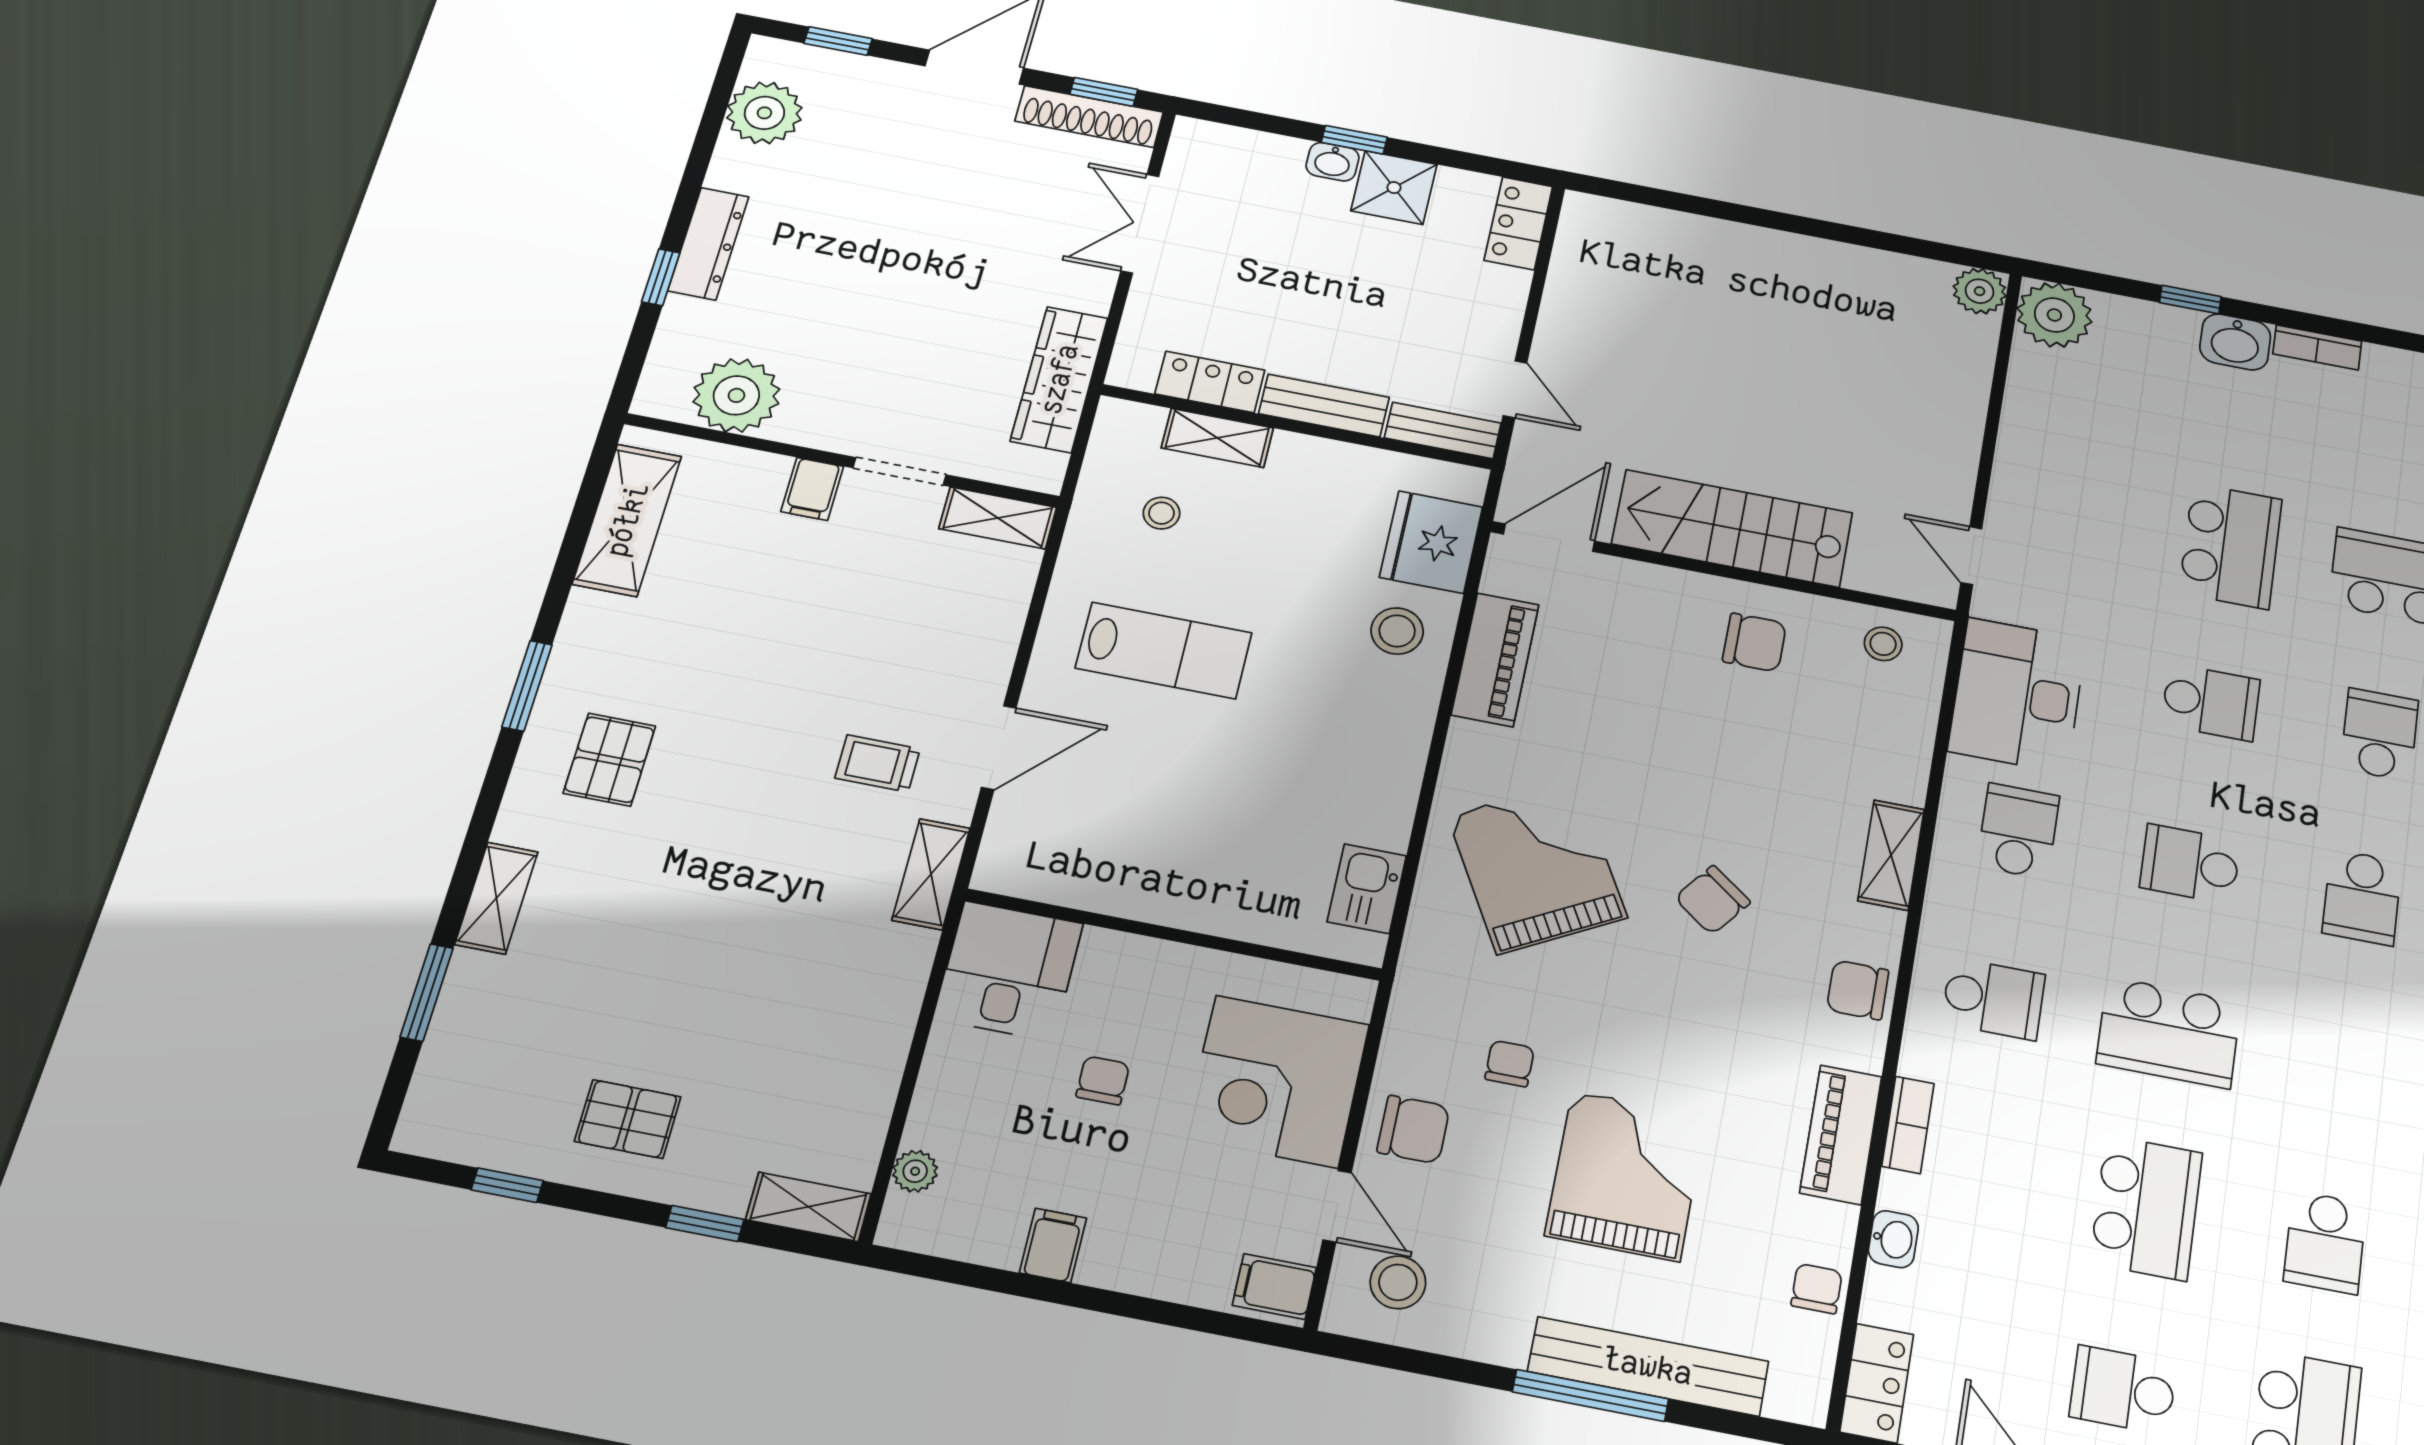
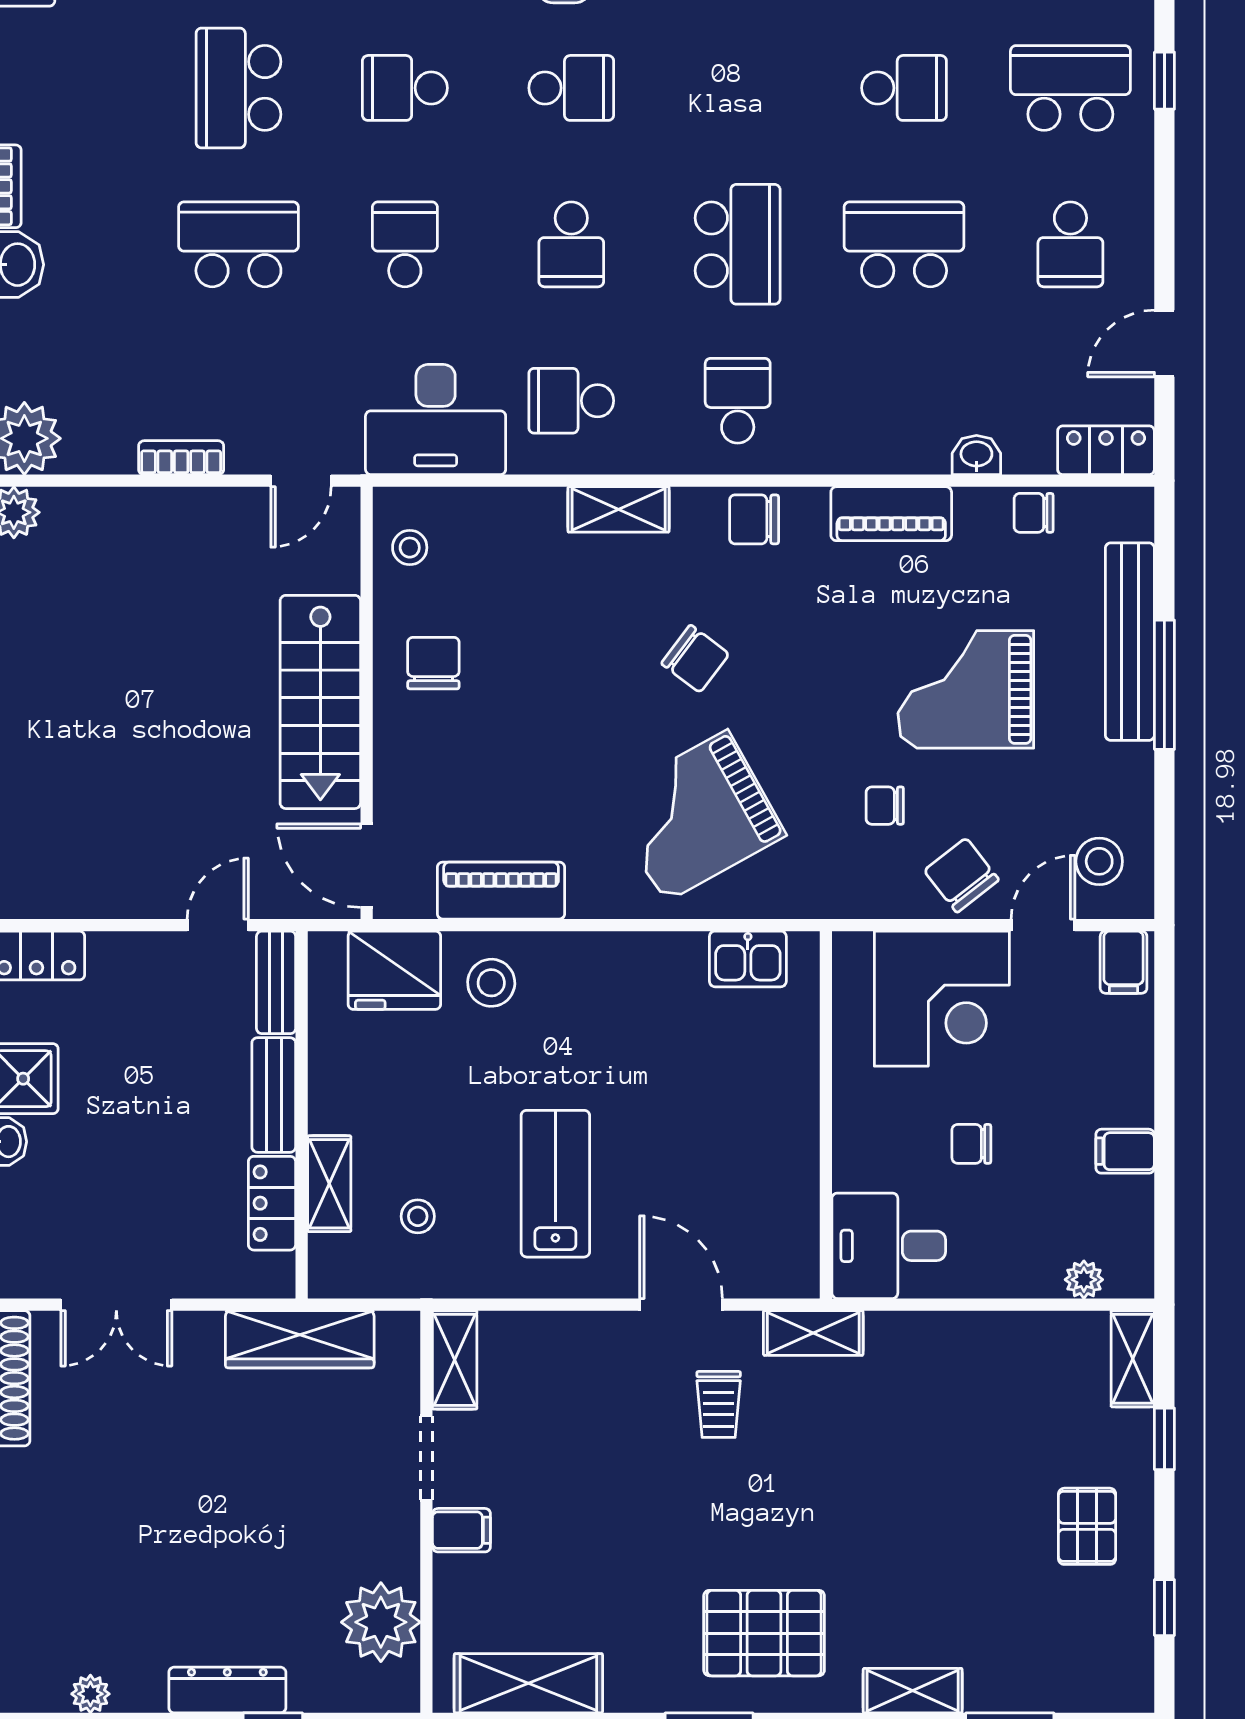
plant: (764, 113) -> (90, 1694), width x0.53, depth x0.53
pallet: (609, 760) -> (764, 1633), width x1.50, depth x1.42
chair: (1858, 990) -> (754, 519), turned 90
bookcase: (1908, 1125) -> (181, 458), moved
chair: (1413, 1129) -> (961, 875), turned -38

